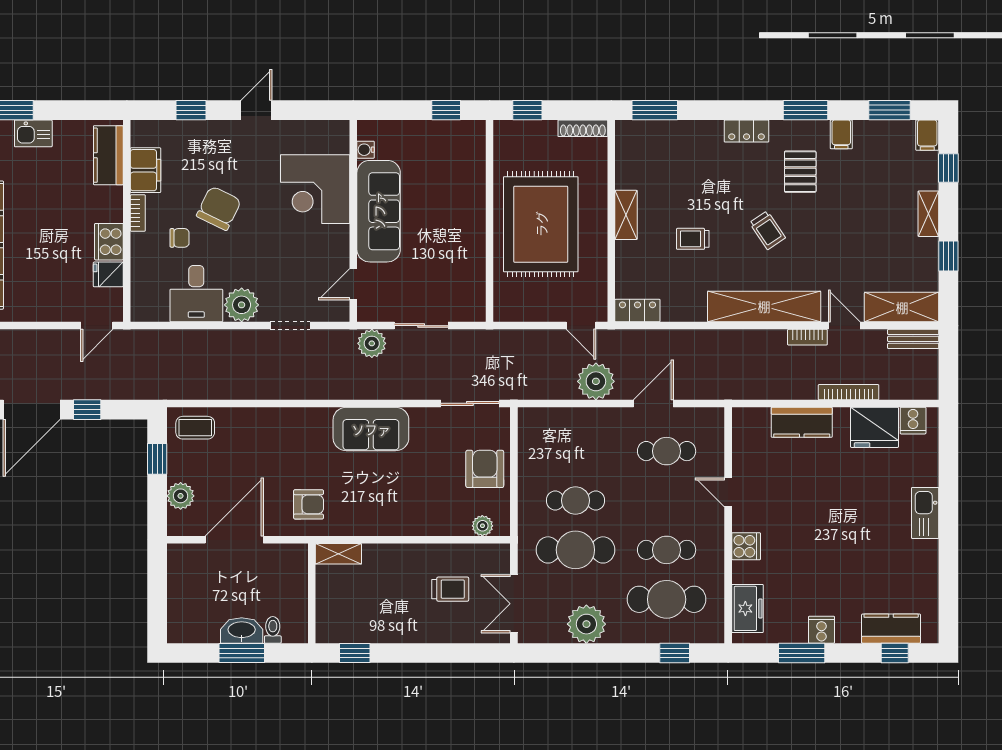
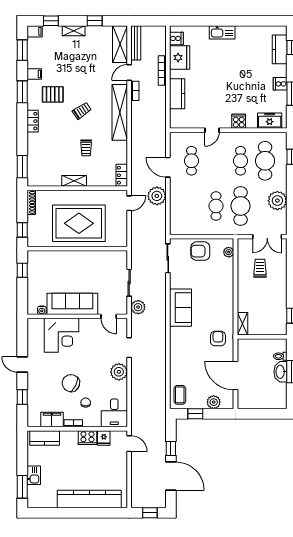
desk: (196, 294) -> (114, 413), moved, turned 90
bench: (913, 339) -> (136, 43), width x1.36

